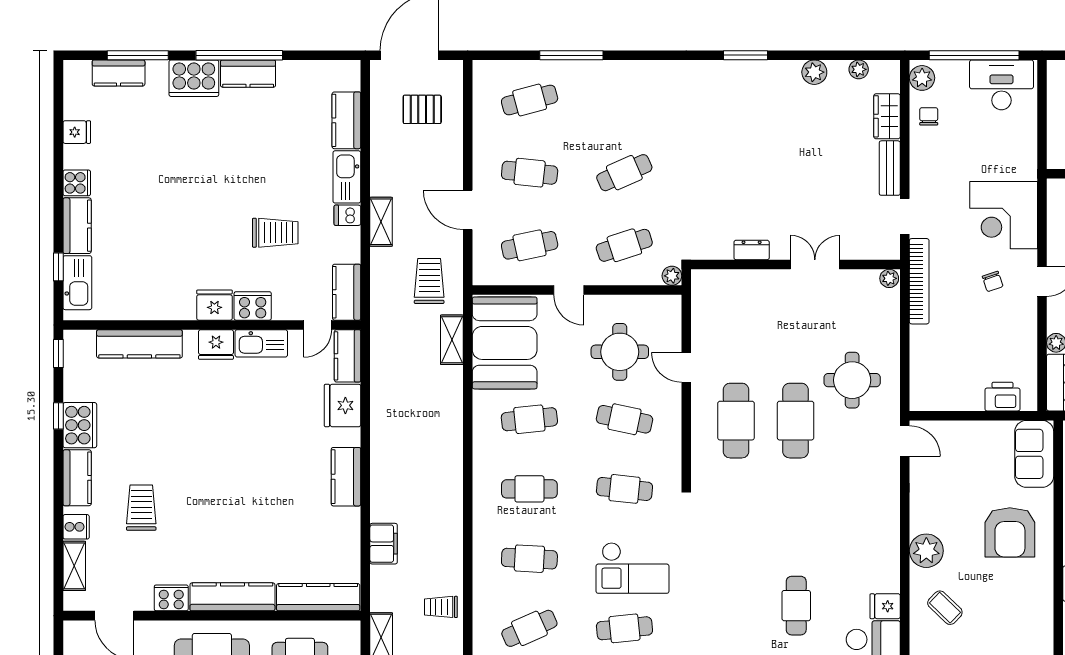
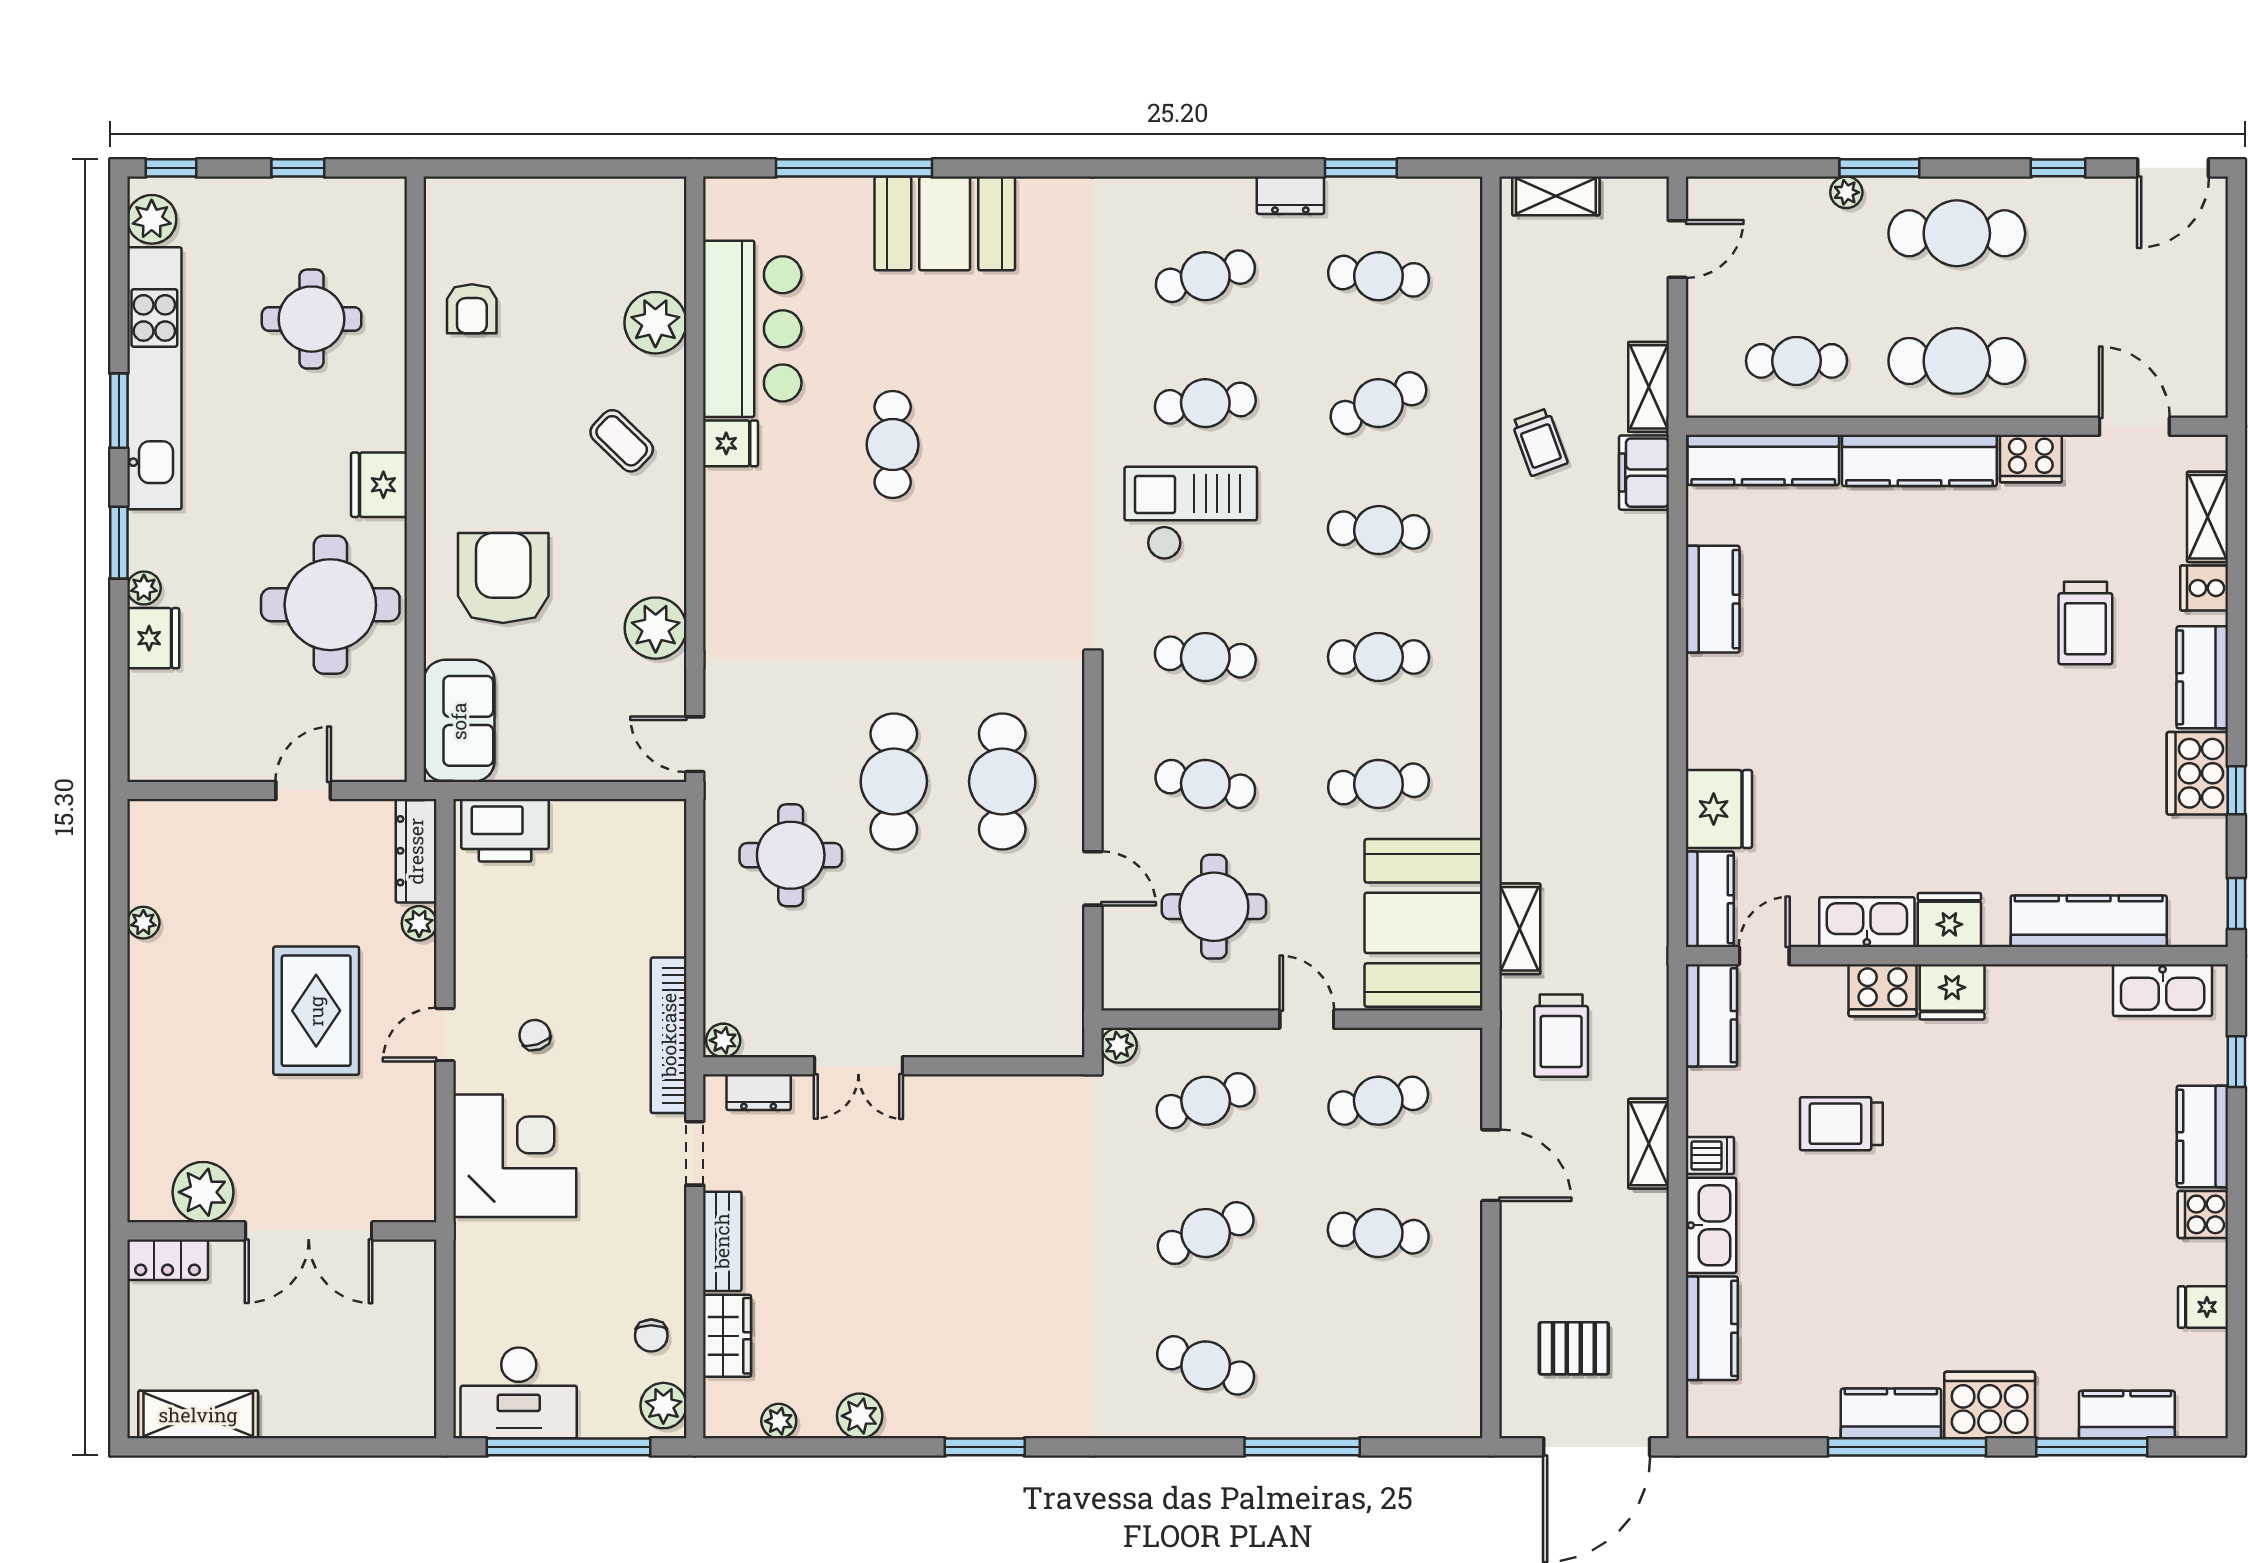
cafe table: (530, 100) -> (1206, 1365), moved, turned 36
dresser: (752, 250) -> (759, 1092), moved
kitchen sink: (77, 283) -> (2163, 990), moved, turned -90
printer: (1002, 397) -> (505, 830), width x1.37, depth x1.19
kitchen counter: (346, 477) -> (1713, 599), moved
filing cabinet: (384, 544) -> (1644, 473), moved
plant: (926, 551) -> (656, 628), moved
trolley: (441, 607) -> (1540, 442), turned 70

